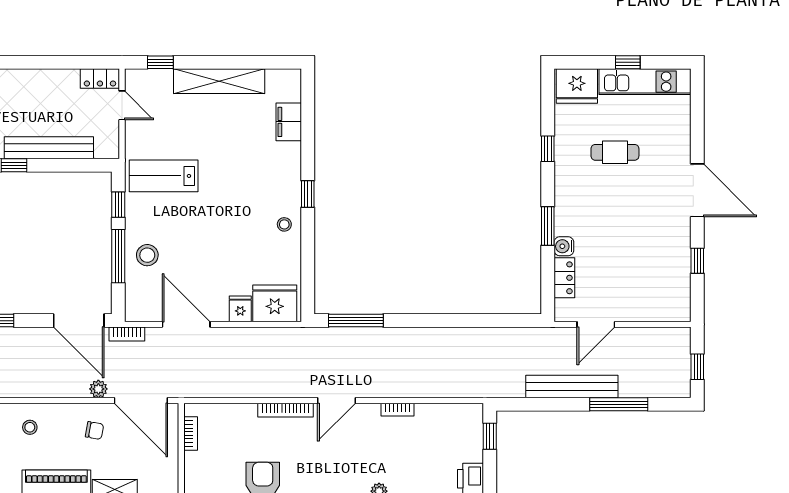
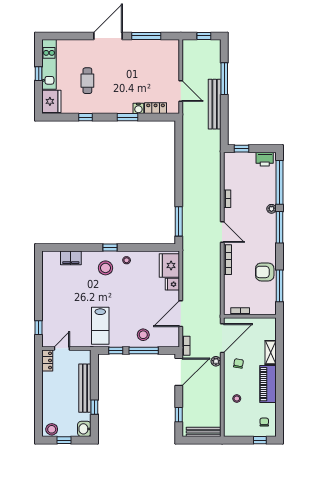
shelving: (219, 81) -> (49, 296), removed
stool: (270, 186) -> (105, 268), added
window: (697, 261) -> (146, 36), width x2.17

